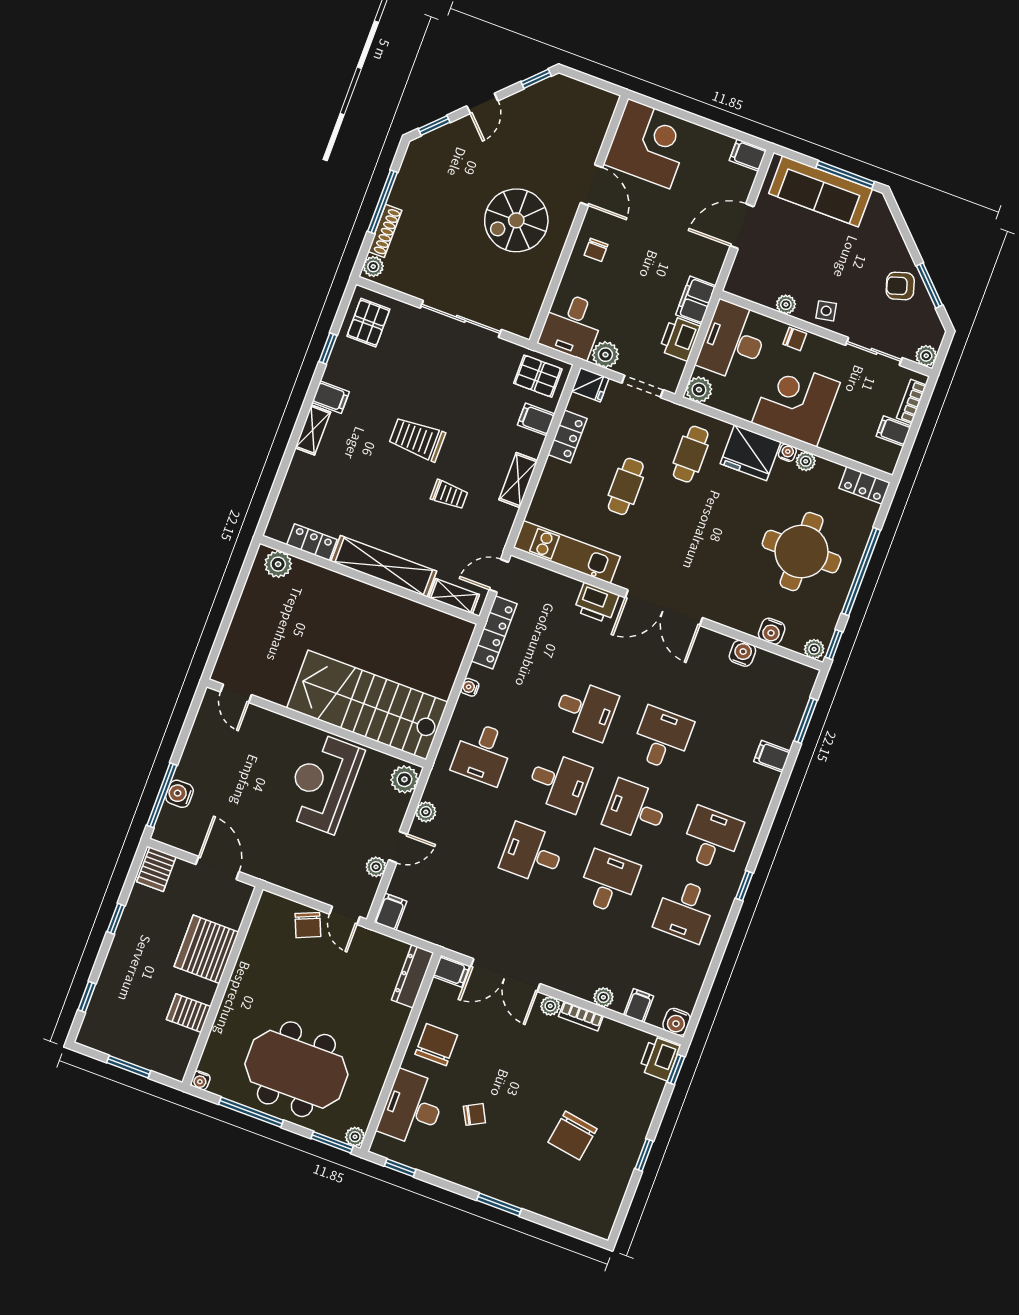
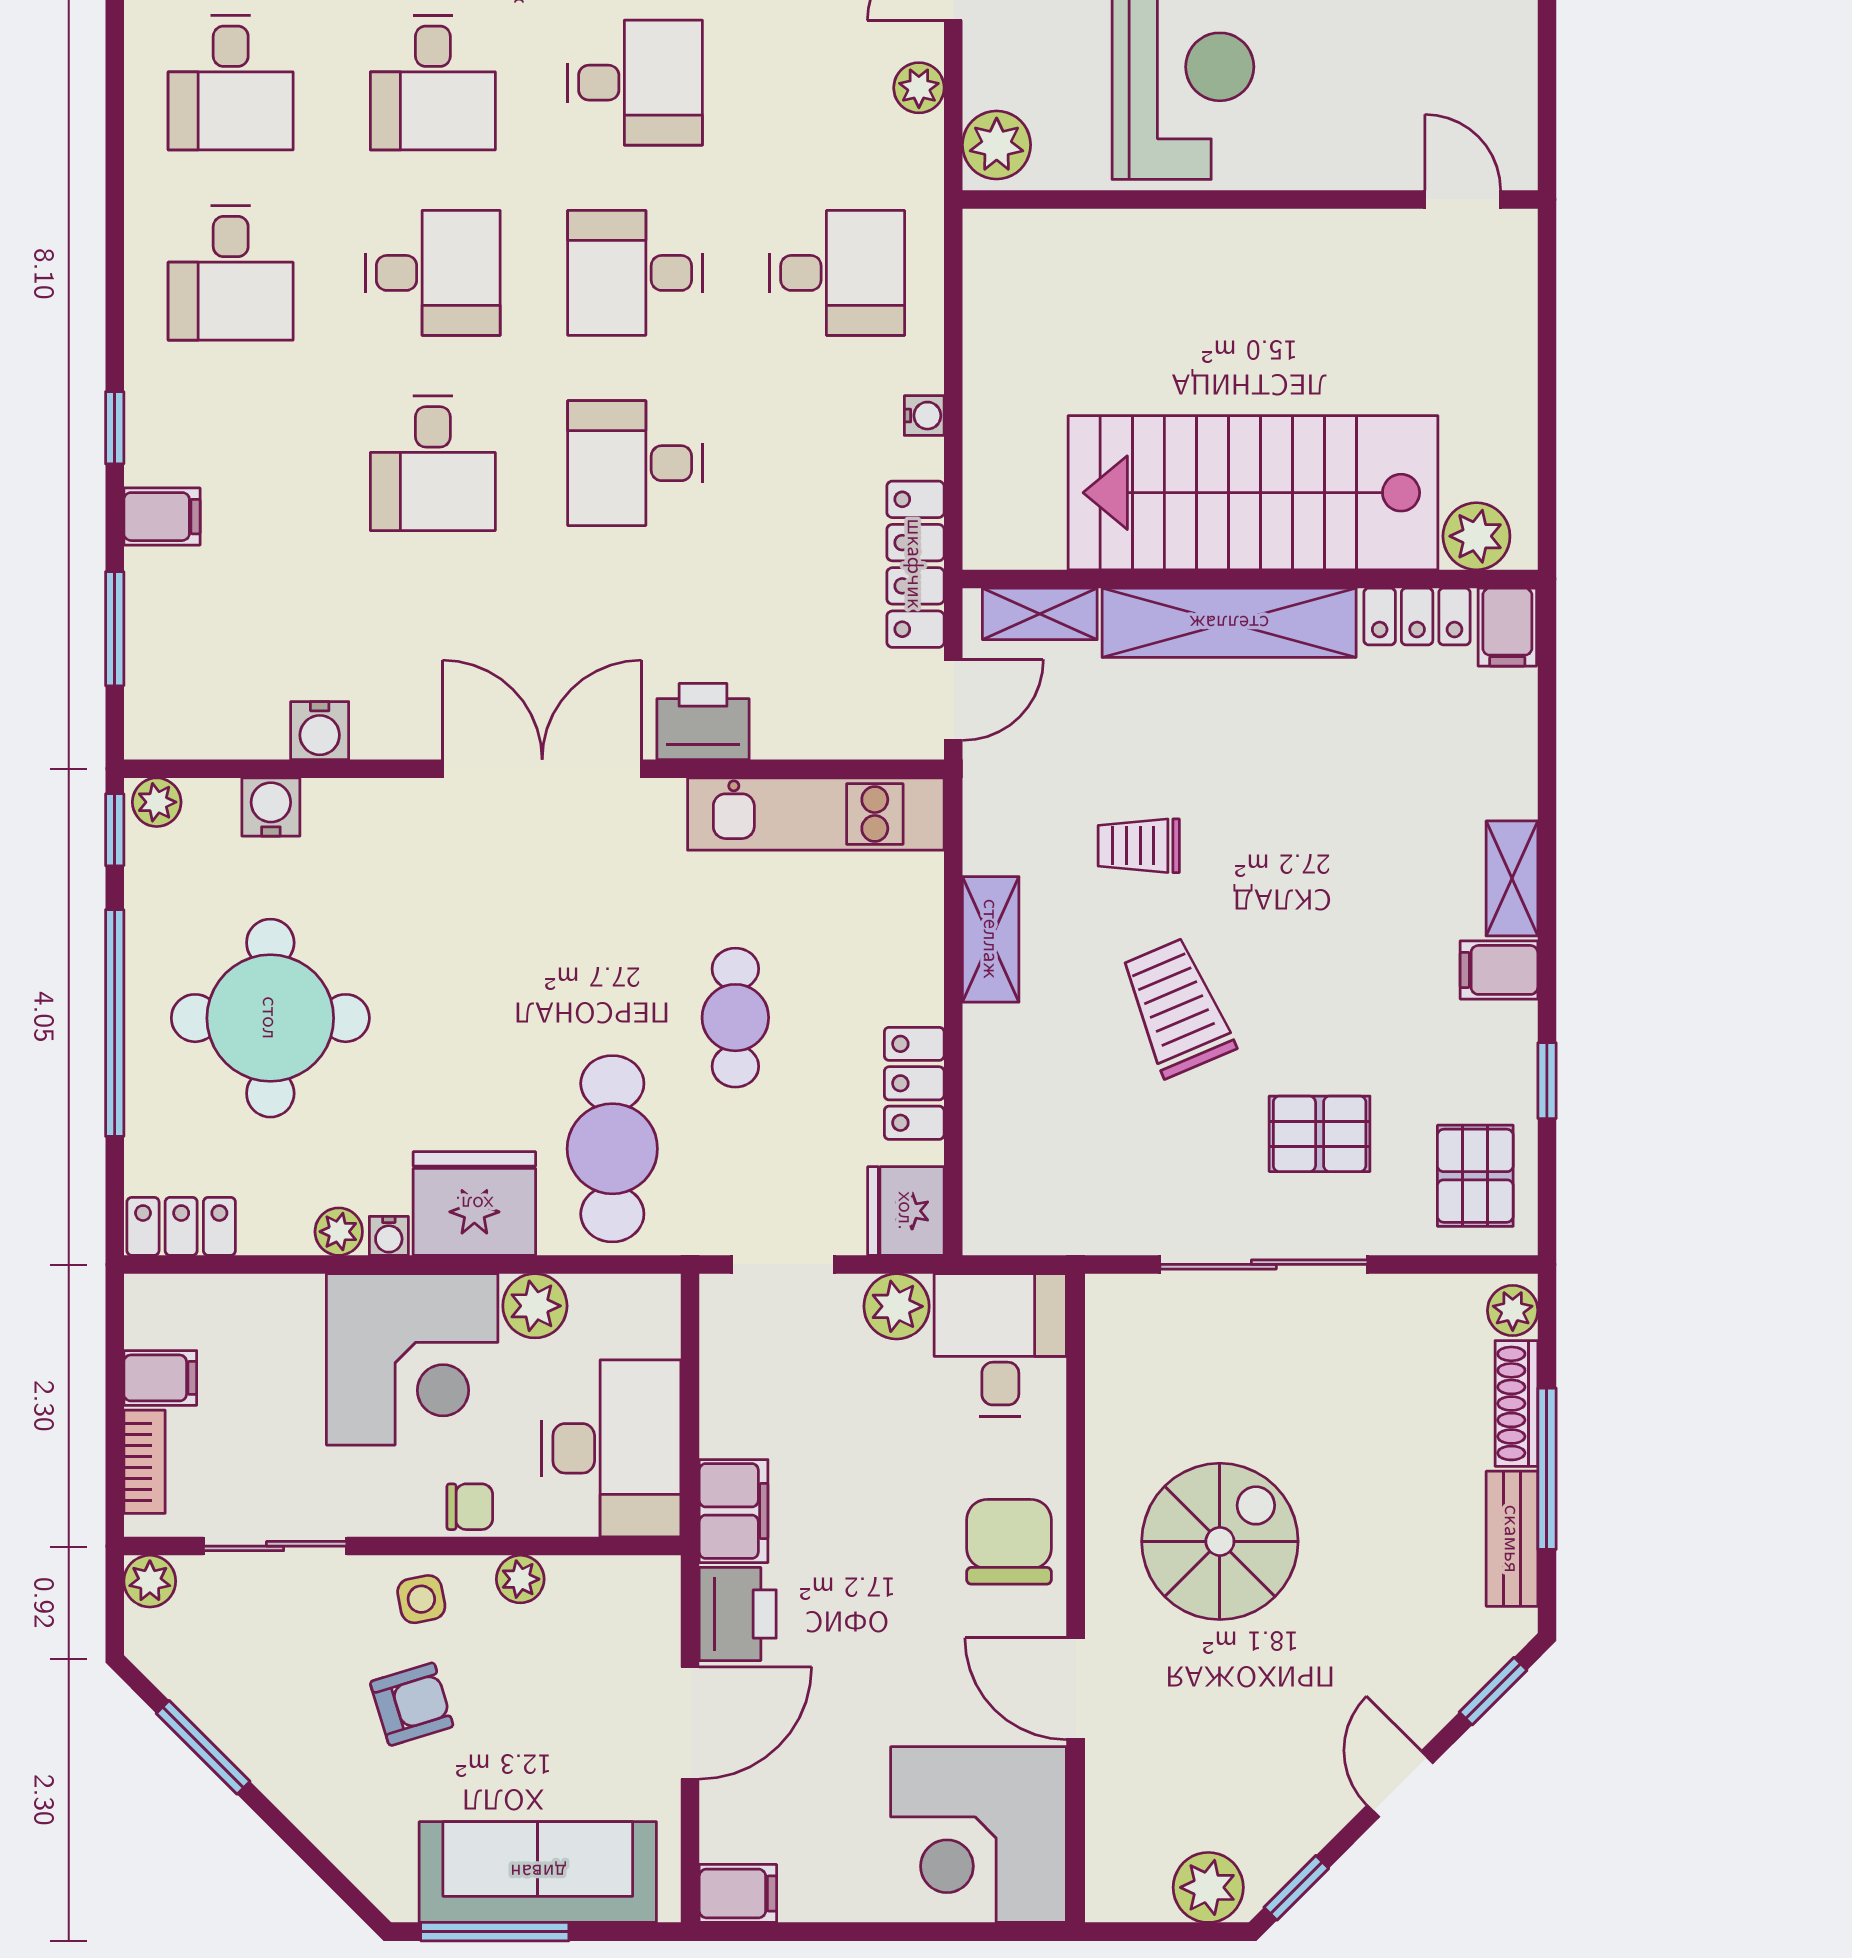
plant: (569, 91) -> (1208, 1887), added
bench: (406, 180) -> (1512, 1539), added
chair: (596, 250) -> (1009, 1542), width x1.87, depth x1.87
armchair: (900, 286) -> (412, 1704), moved
printer: (680, 339) -> (738, 1614), moved
chair: (795, 339) -> (470, 1507), turned 180
pallet: (538, 376) -> (1320, 1134), moved
fridge: (590, 385) -> (906, 1211), width x1.38
plant: (699, 390) -> (535, 1306), moved
filing cabinet: (536, 419) -> (1507, 627), moved, turned 90
trolley: (417, 439) -> (1177, 1008), moved, turned -113
cafe table: (691, 454) -> (612, 1149), width x1.37, depth x1.35
stairs: (367, 705) -> (1253, 493), moved, turned 180
desk: (483, 753) -> (837, 273), turned 90
window: (744, 886) -> (115, 428), moved
desk: (685, 911) -> (231, 83), turned 180

